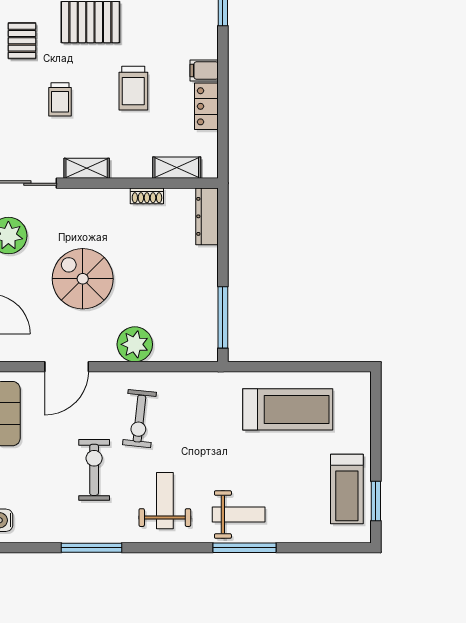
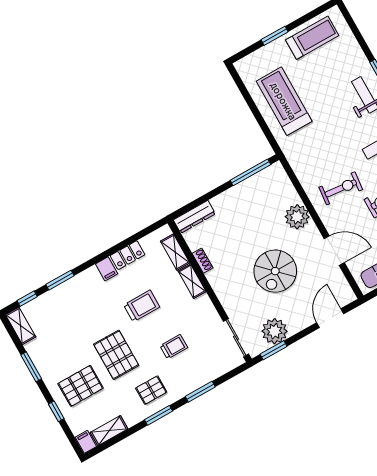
shelving: (87, 168) -> (192, 281), moved
window: (376, 501) -> (275, 36), moved

